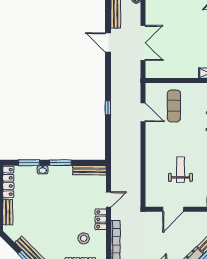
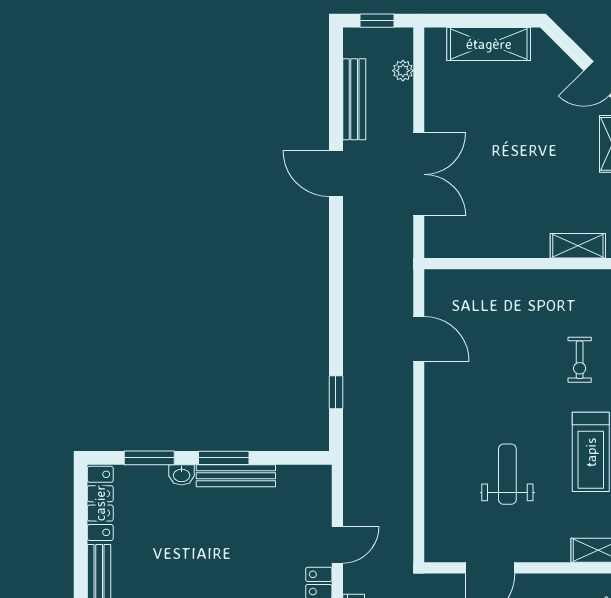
exercise mat: (174, 106) -> (492, 324), removed
window: (108, 108) -> (336, 392), moved
bench: (90, 170) -> (236, 476), moved

